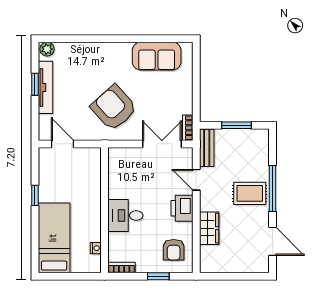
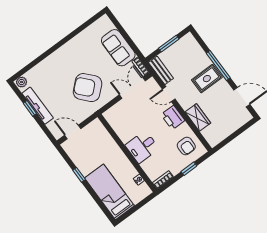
sofa: (157, 56) -> (118, 48), moved, turned 90

